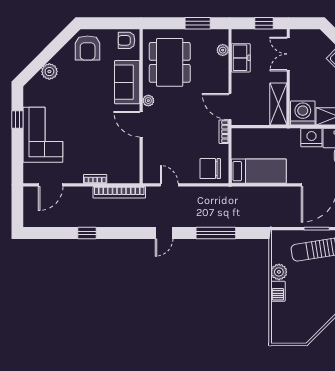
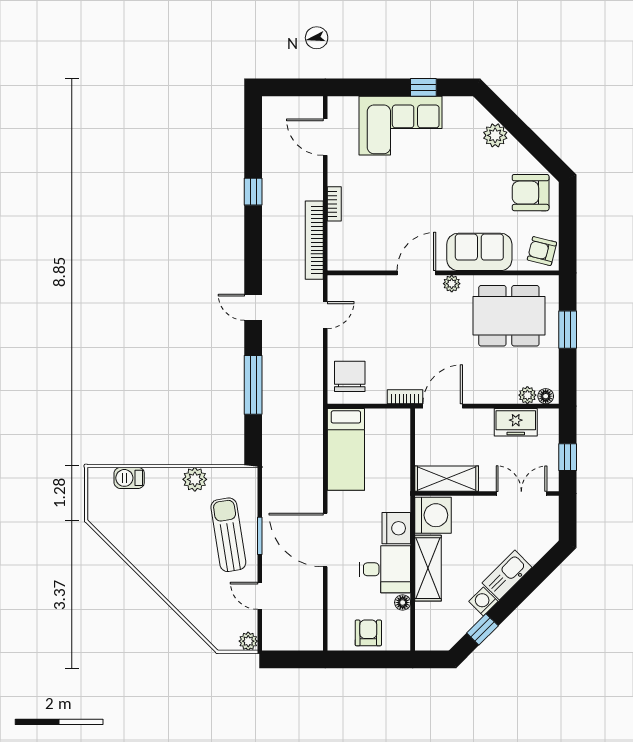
window: (198, 23) -> (568, 330), moved
floor lamp: (223, 38) -> (546, 396), added
armchair: (127, 40) -> (542, 251), turned -76
barbecue: (278, 291) -> (129, 478), moved

